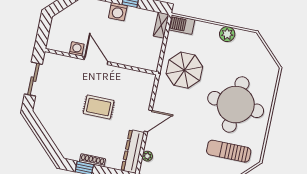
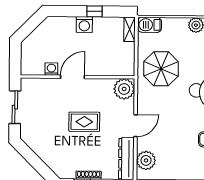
door: (96, 61) -> (73, 77), hinge flipped
plant: (144, 83) -> (124, 89), added
plant: (147, 156) -> (146, 160), width x1.88, depth x1.88

